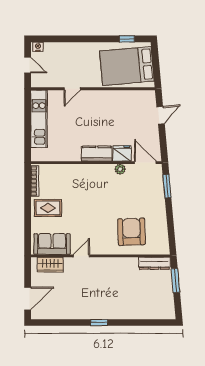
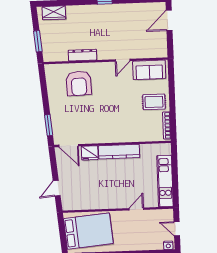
kitchen counter: (97, 154) -> (119, 152), width x1.50
plant: (120, 169) -> (91, 139), removed
dresser: (154, 263) -> (82, 55), moved
wardrobe: (50, 265) -> (54, 13), moved, turned 180

